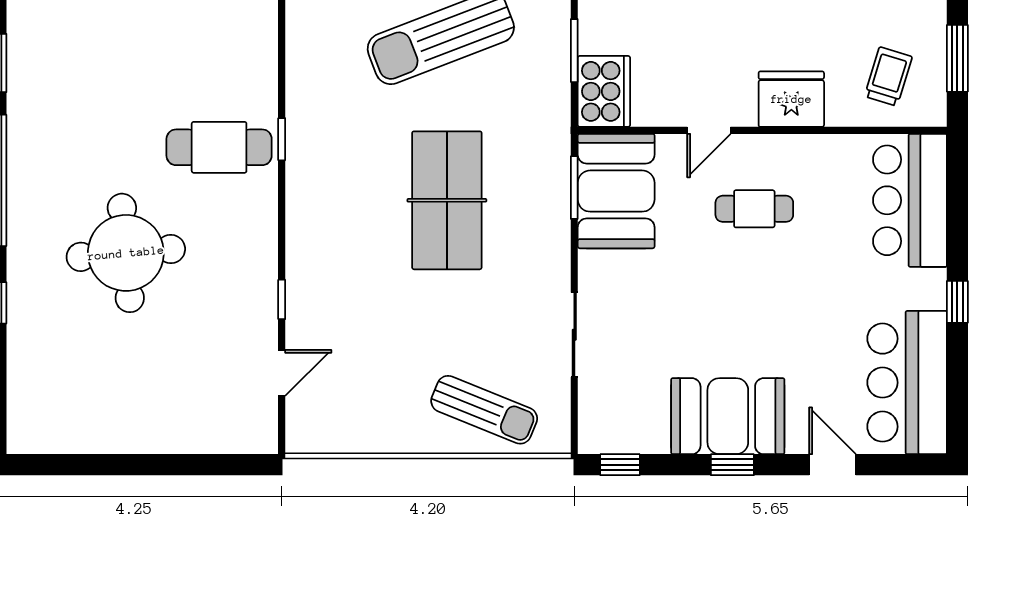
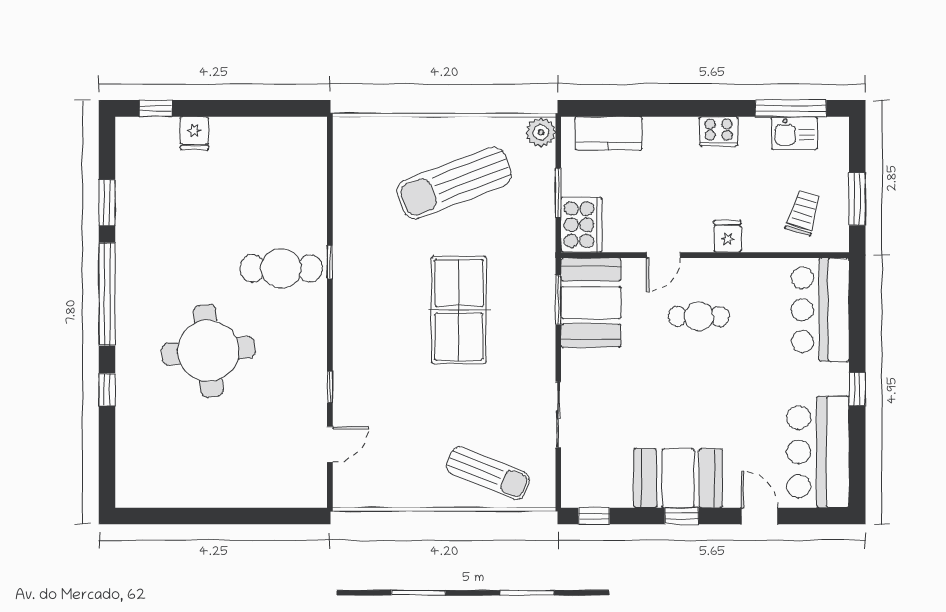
fridge: (791, 99) -> (728, 236), width x0.53, depth x0.75

